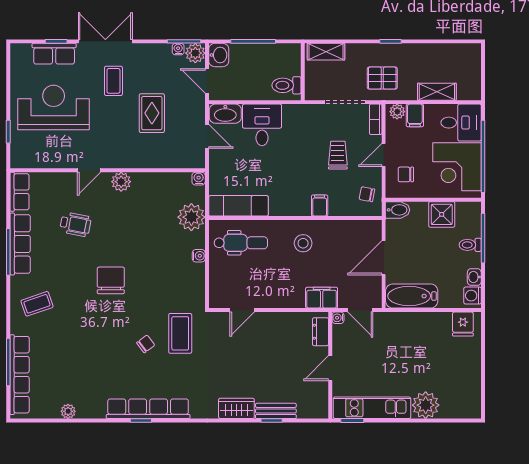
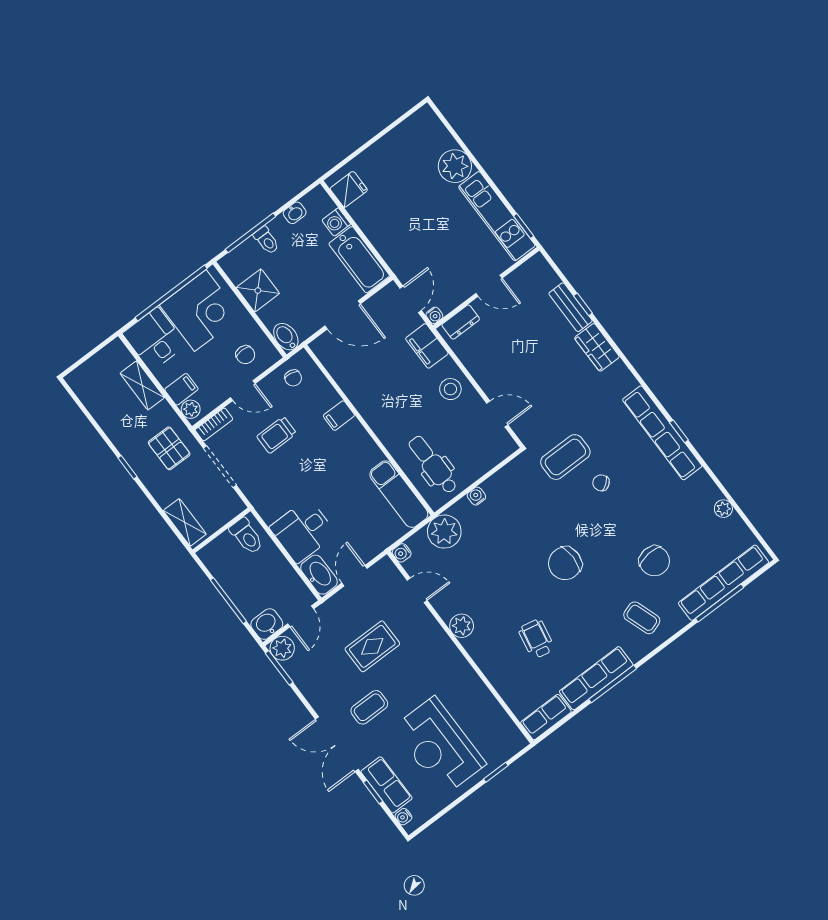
water cooler: (178, 49) -> (403, 817), moved
door: (89, 170) -> (417, 590), moved
stool: (303, 243) -> (450, 389), moved
washing machine: (473, 296) -> (336, 222), moved, turned 90
chair: (68, 340) -> (654, 561), added

